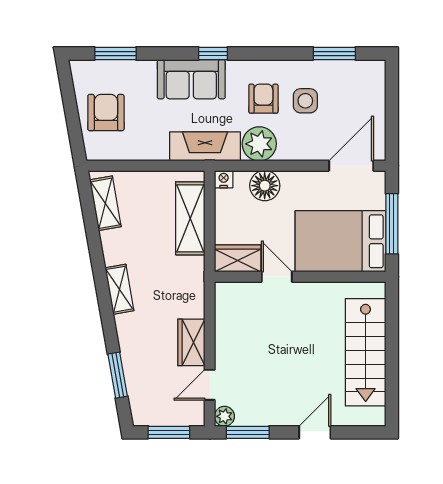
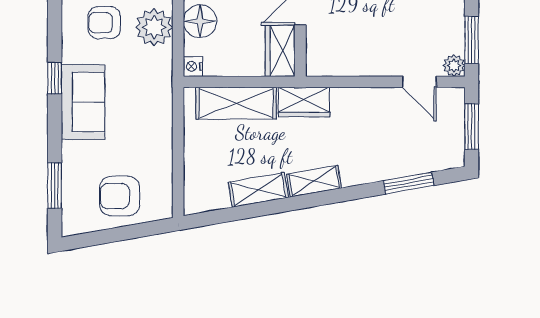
fireplace: (205, 146) -> (157, 87), removed
shelving: (105, 203) -> (258, 190), moved
wardrobe: (191, 342) -> (304, 102), moved

